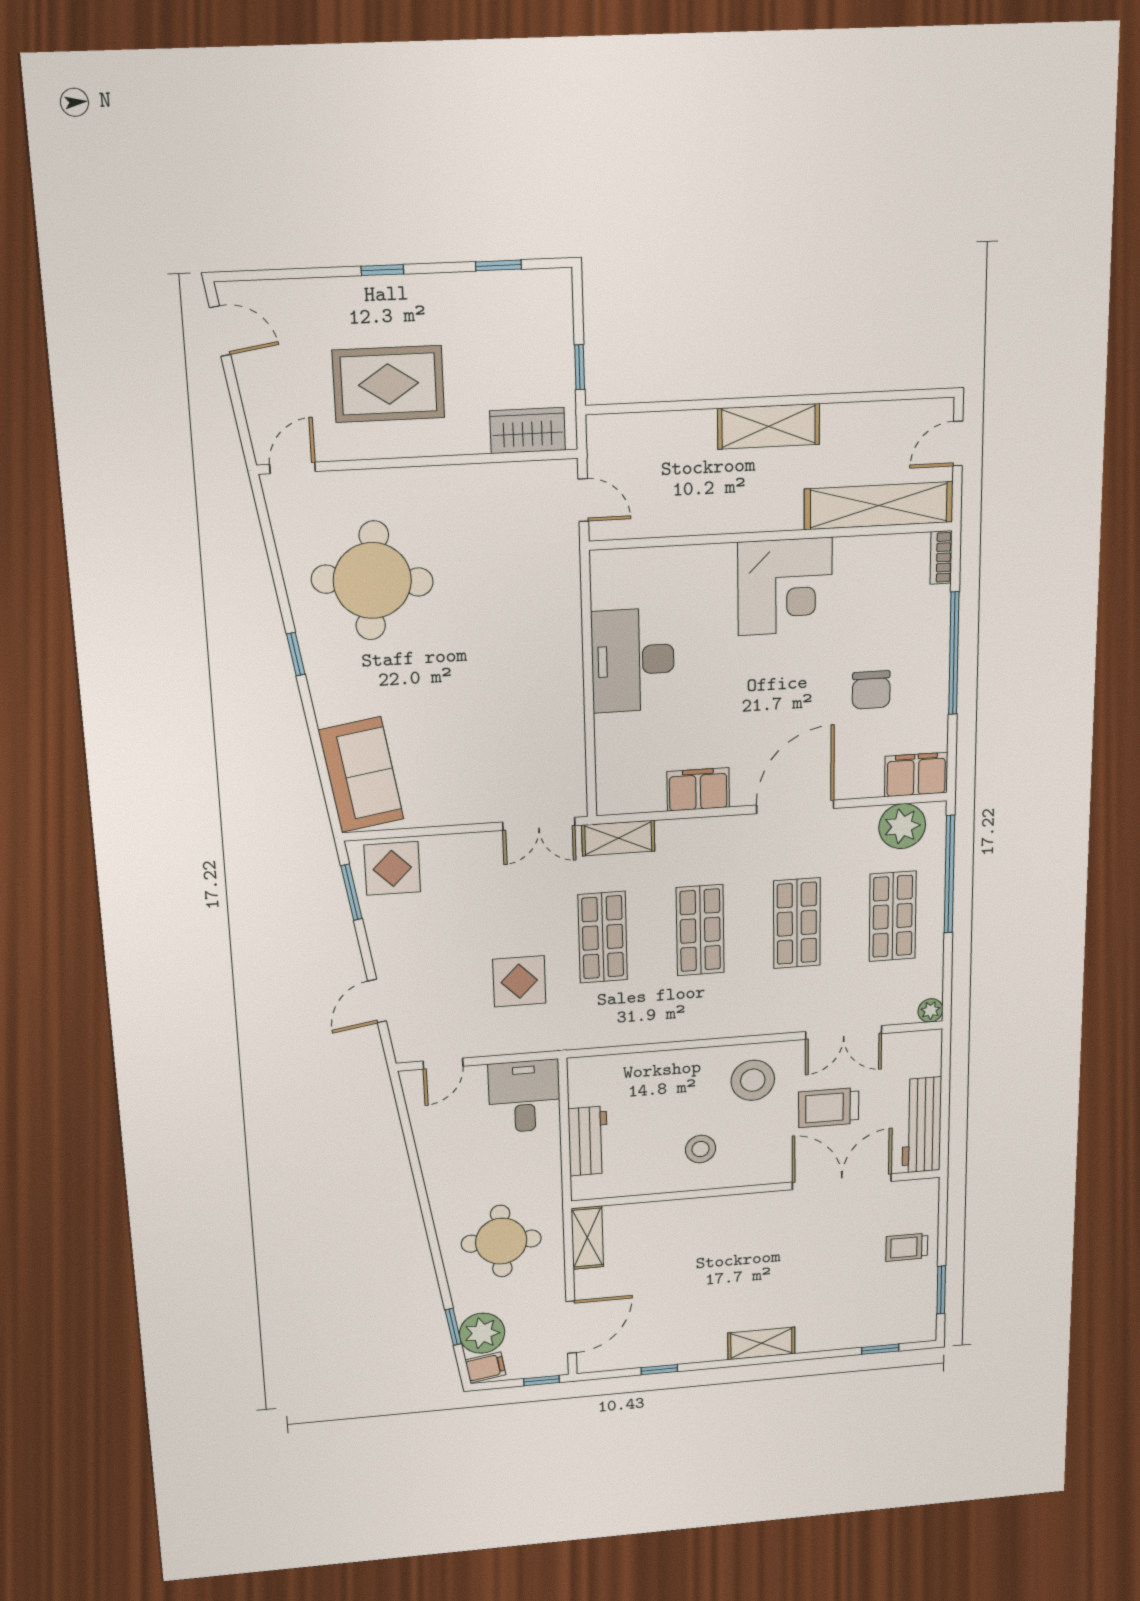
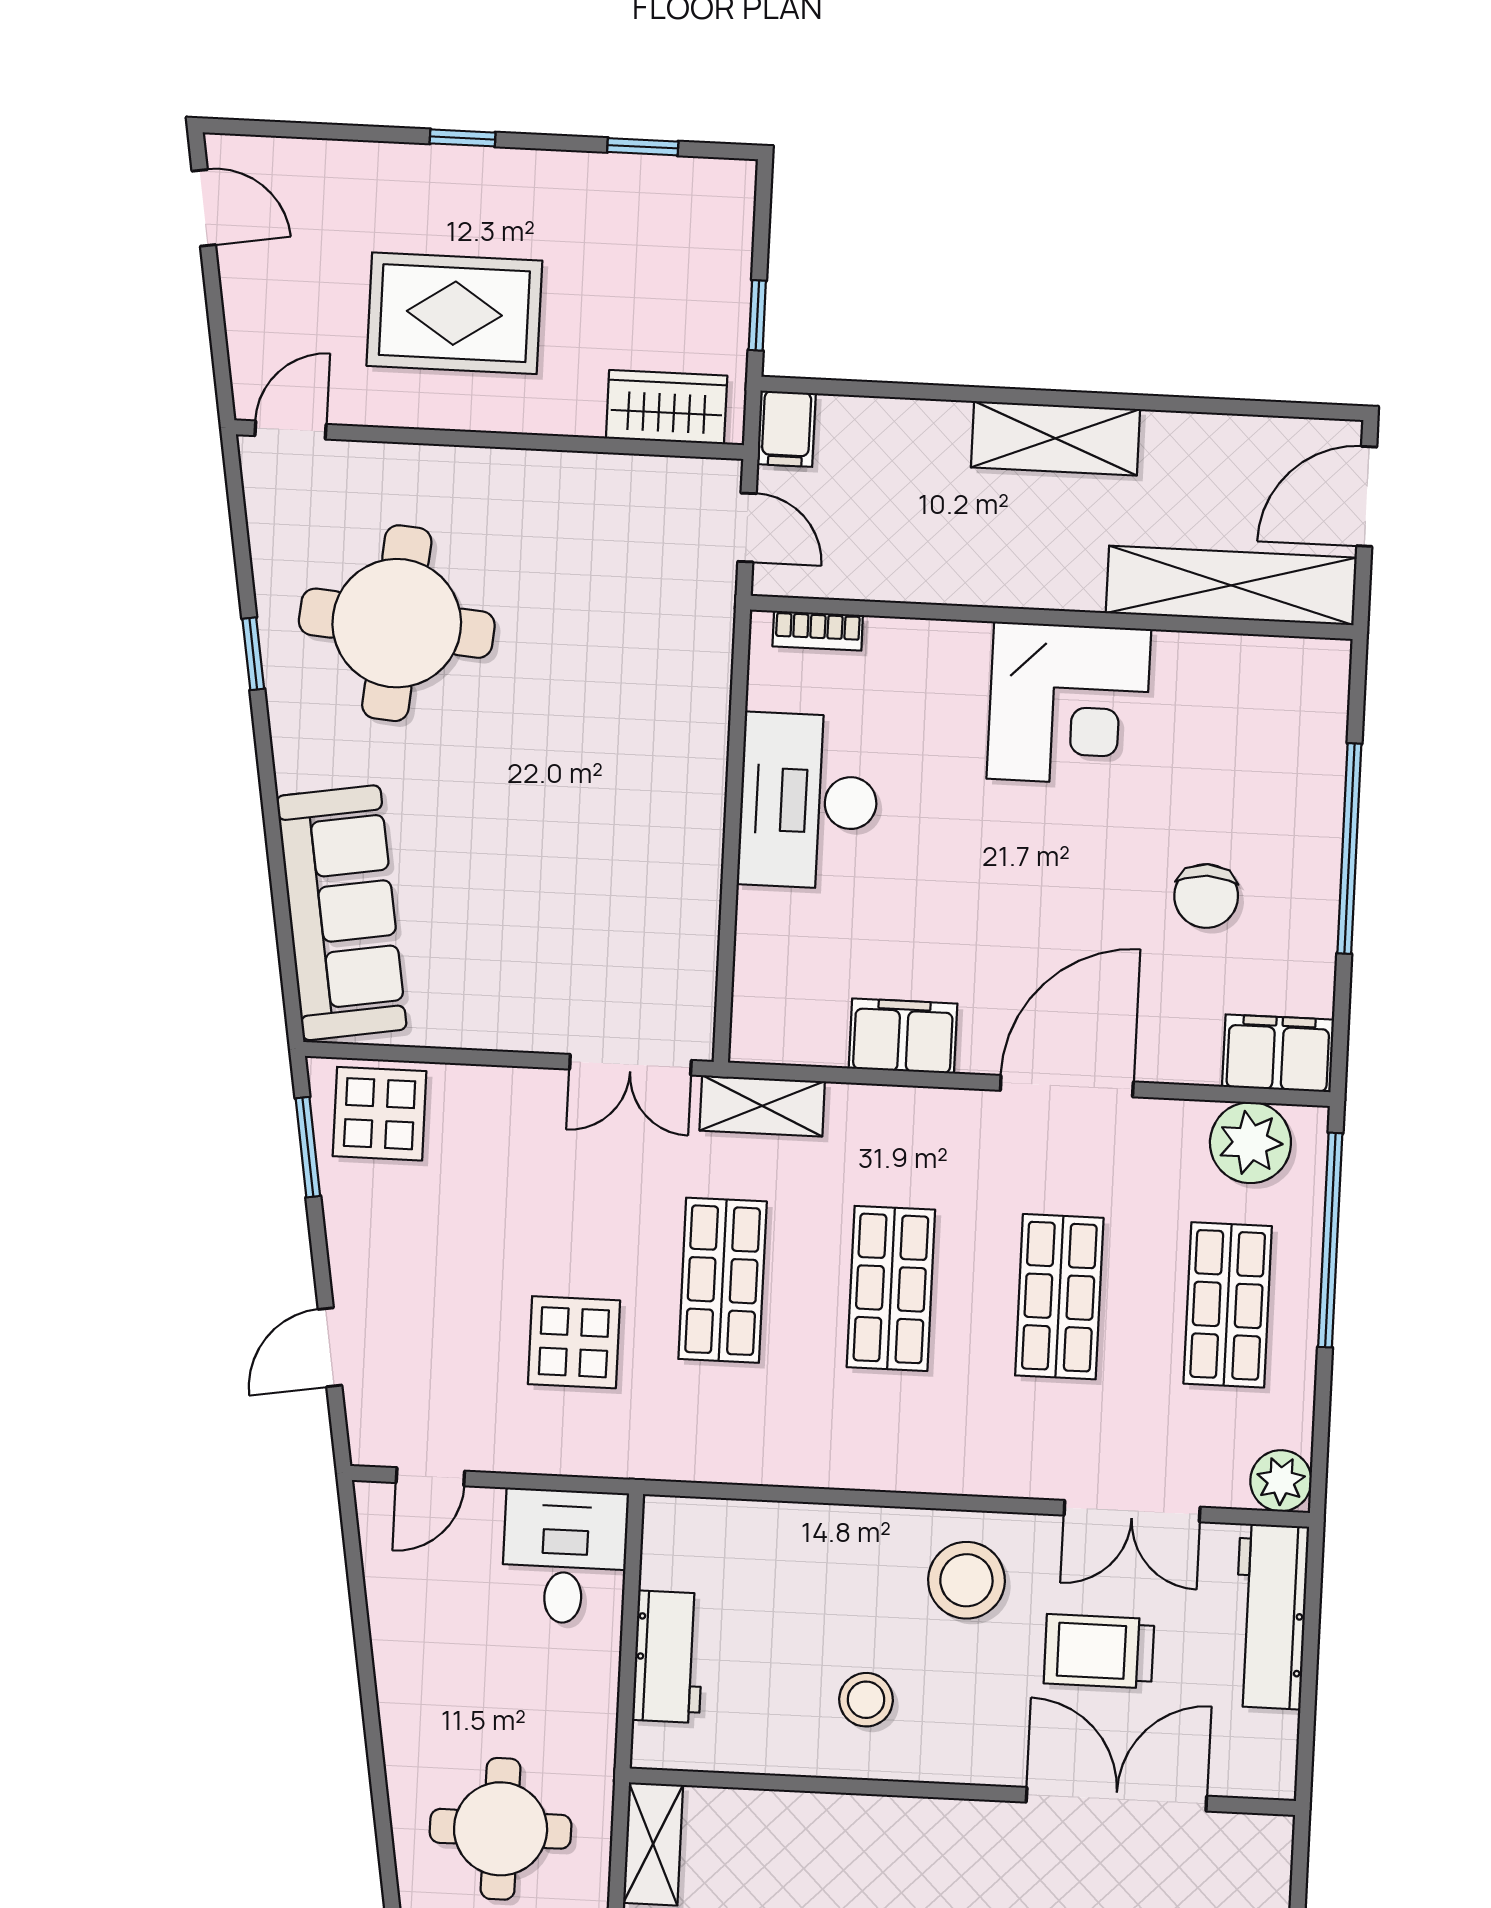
filing cabinet: (603, 437) -> (786, 429), added
door: (958, 443) -> (1367, 496), width x1.38
bookcase: (941, 557) -> (818, 631), moved, turned -90
window: (296, 654) -> (253, 654), moved
sofa: (361, 775) -> (342, 913), width x1.36
plant: (931, 1010) -> (1281, 1481), width x1.38, depth x1.38
workbench: (922, 1125) -> (1271, 1616), moved

